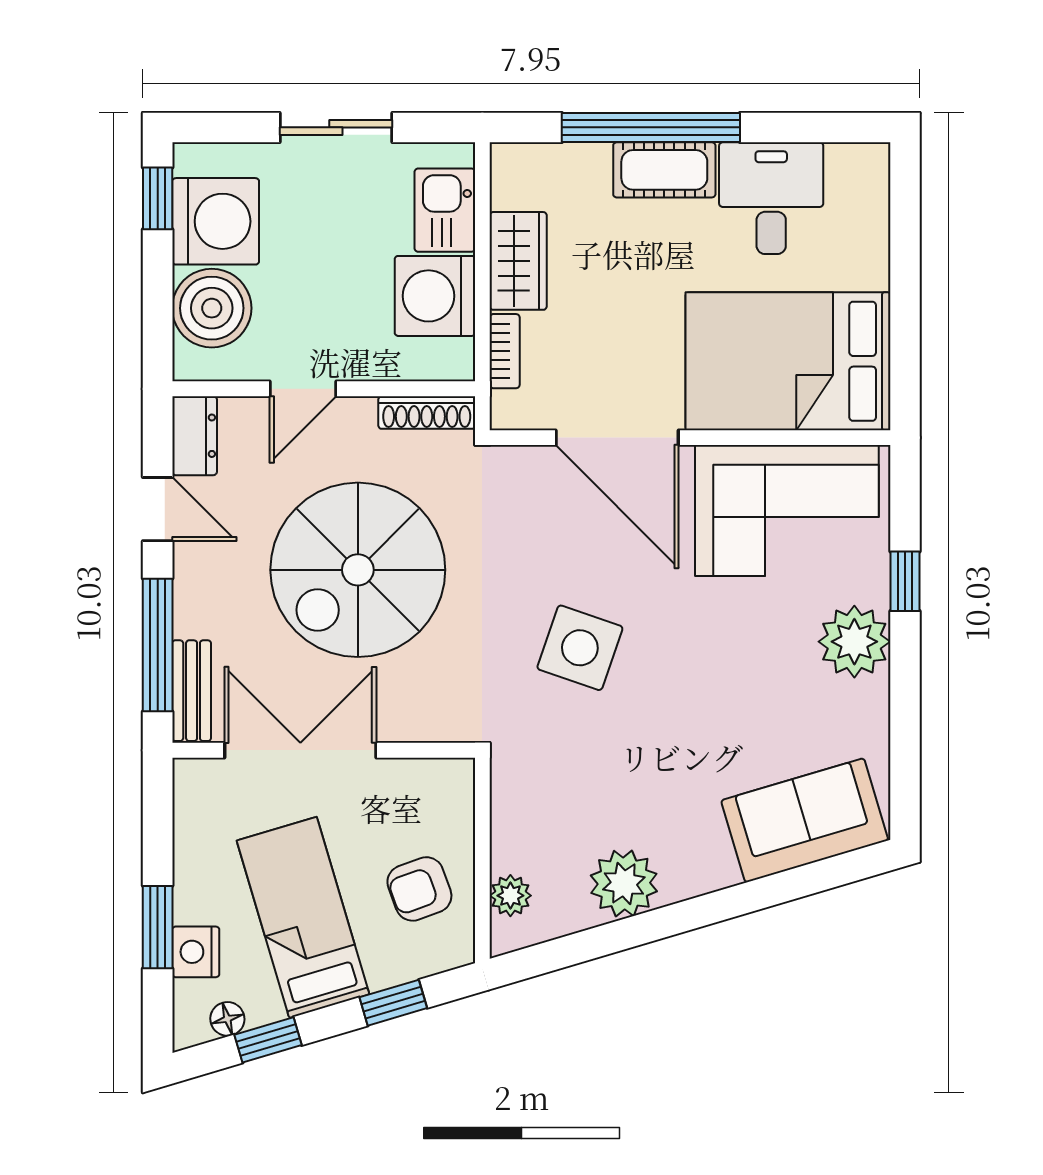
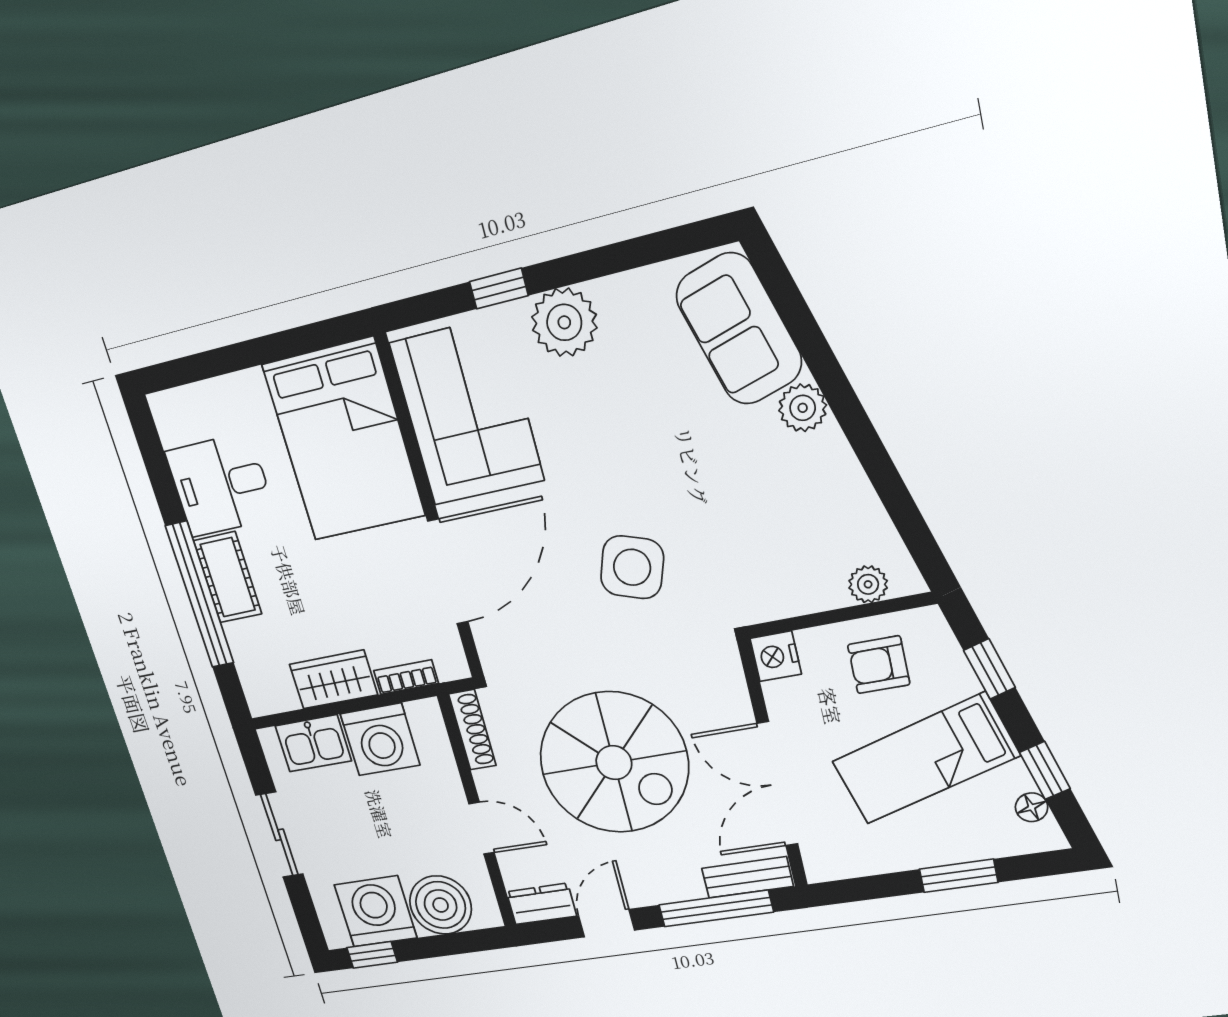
plant: (624, 883) -> (803, 408), moved, width x0.73, depth x0.73
armchair: (419, 889) -> (879, 665), turned 110
nightstand: (196, 952) -> (776, 656), moved, turned 90

